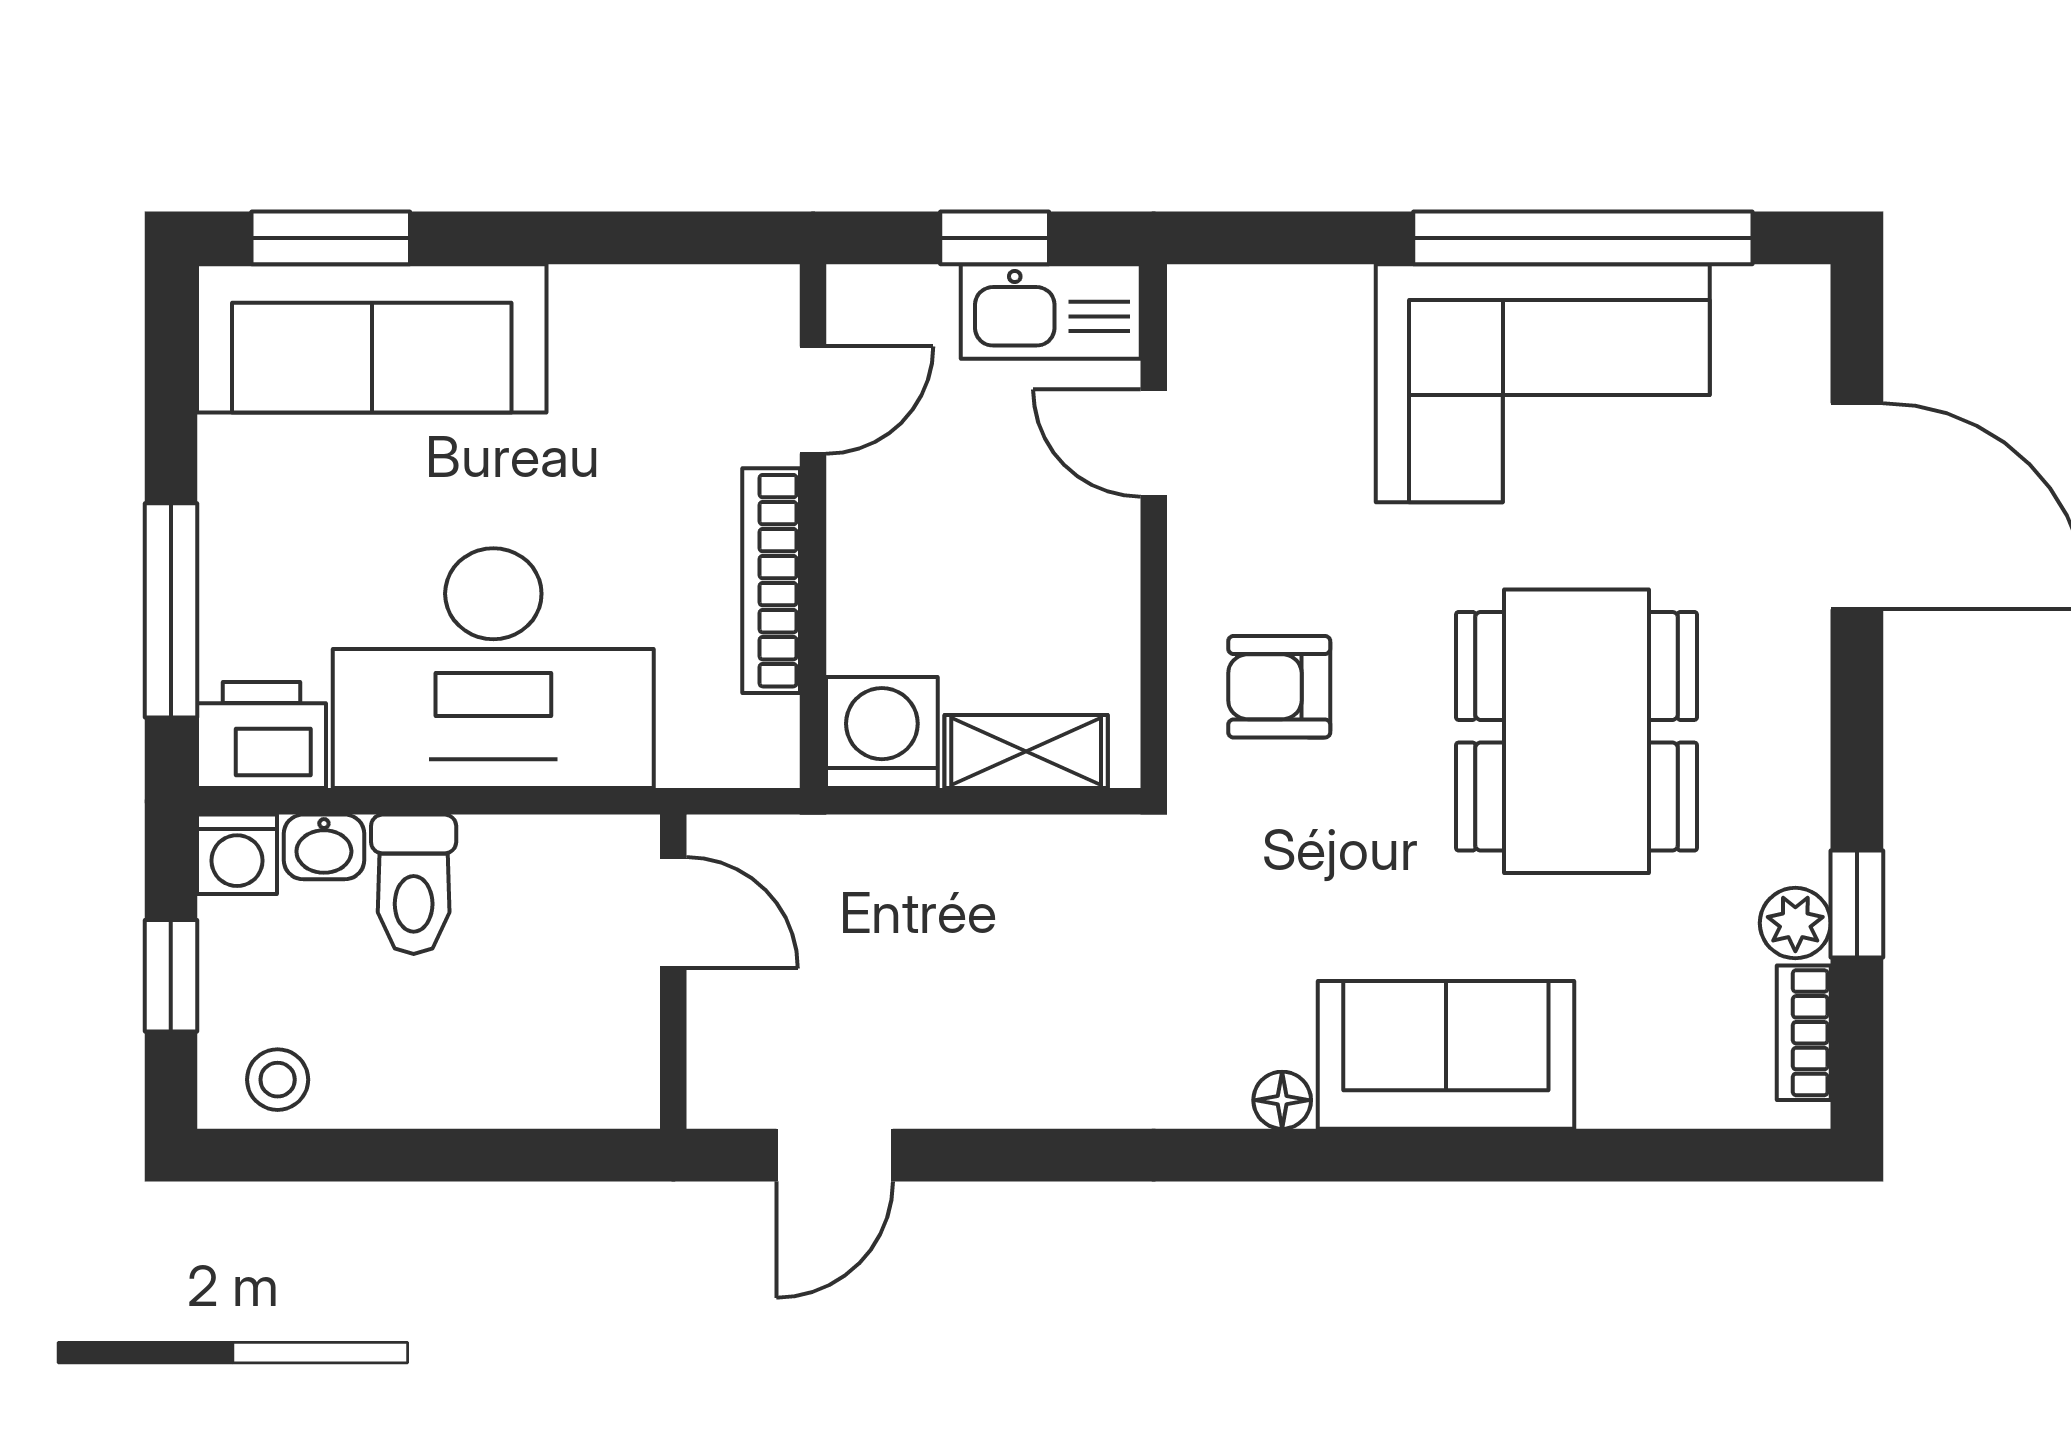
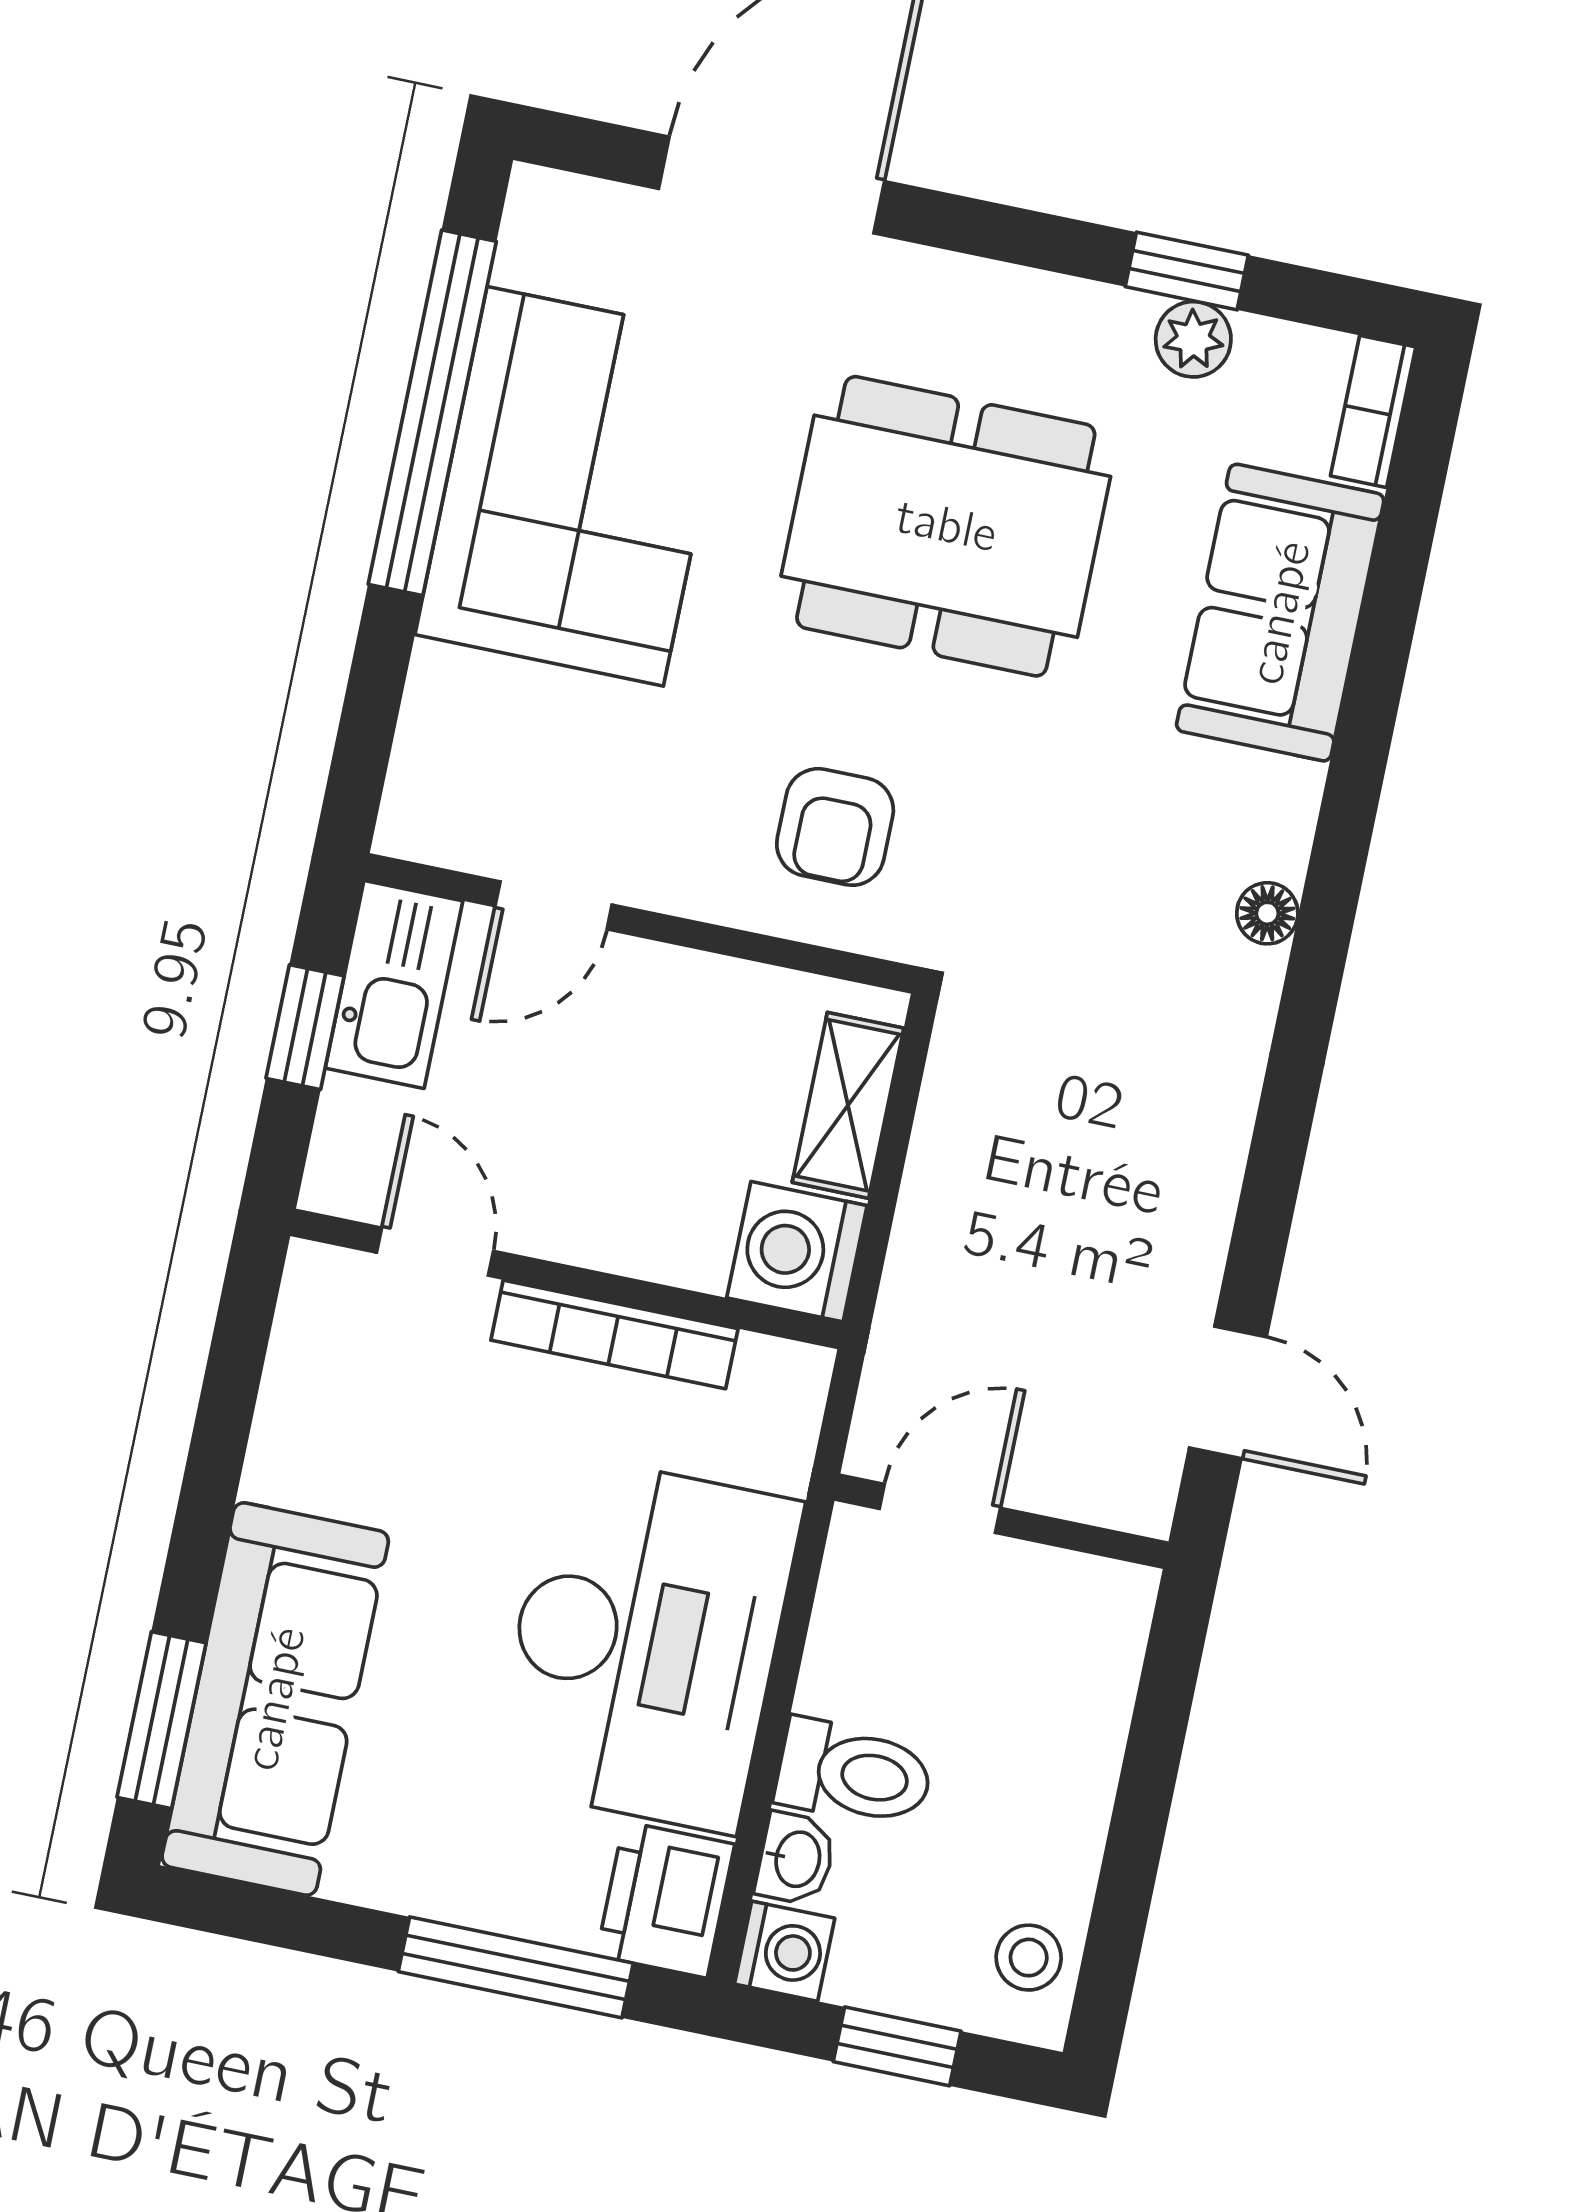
bookcase: (1804, 1033) -> (1373, 411), moved, turned 90
sofa: (1446, 1055) -> (1280, 613), moved

